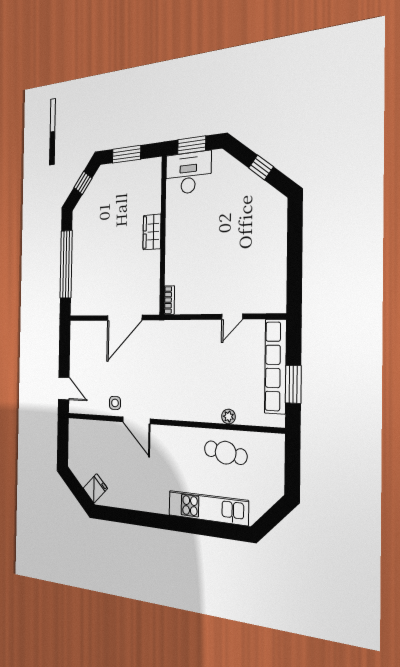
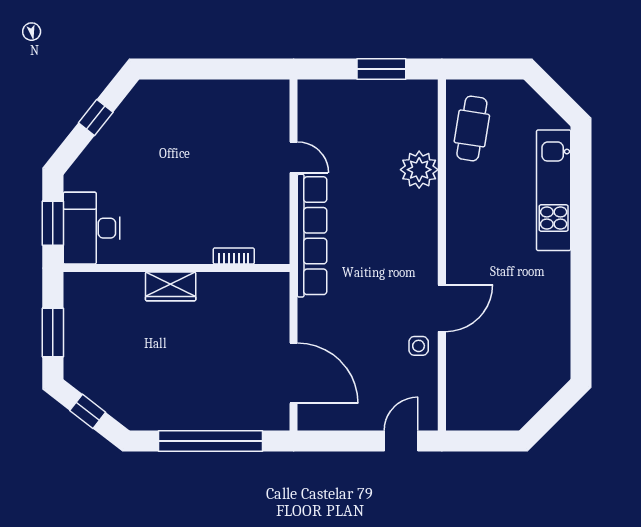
bookcase: (169, 300) -> (234, 256), moved
door: (125, 318) -> (294, 373), moved
row of seats: (275, 366) -> (312, 236), moved, turned -90
plant: (228, 417) -> (419, 170), width x1.88, depth x1.88
cafe table: (226, 453) -> (472, 128), moved
fridge: (95, 488) -> (547, 379), removed

